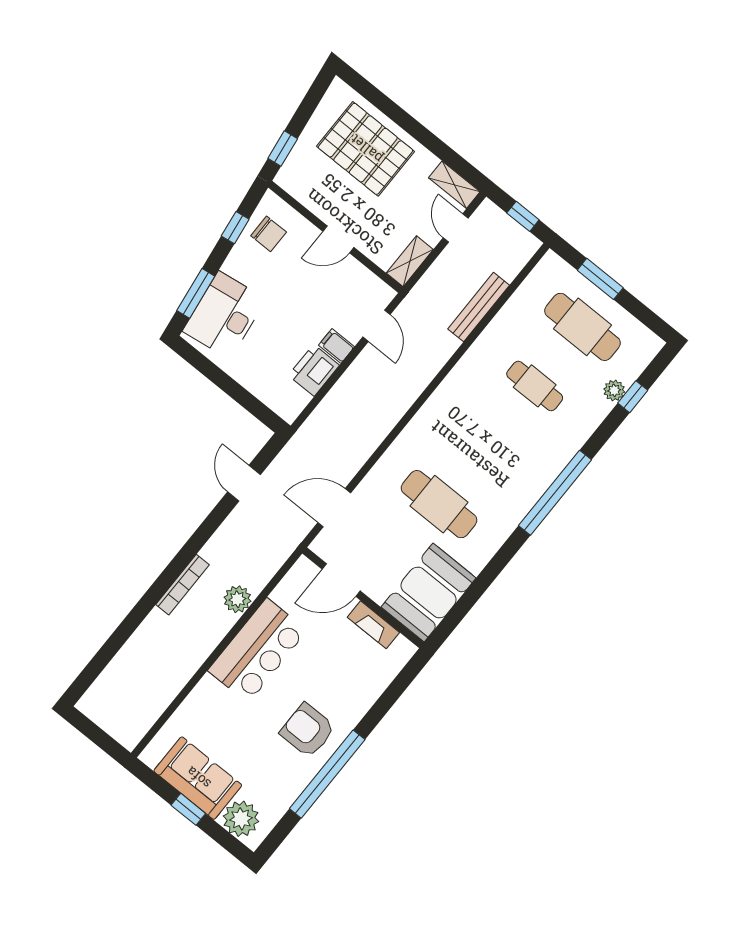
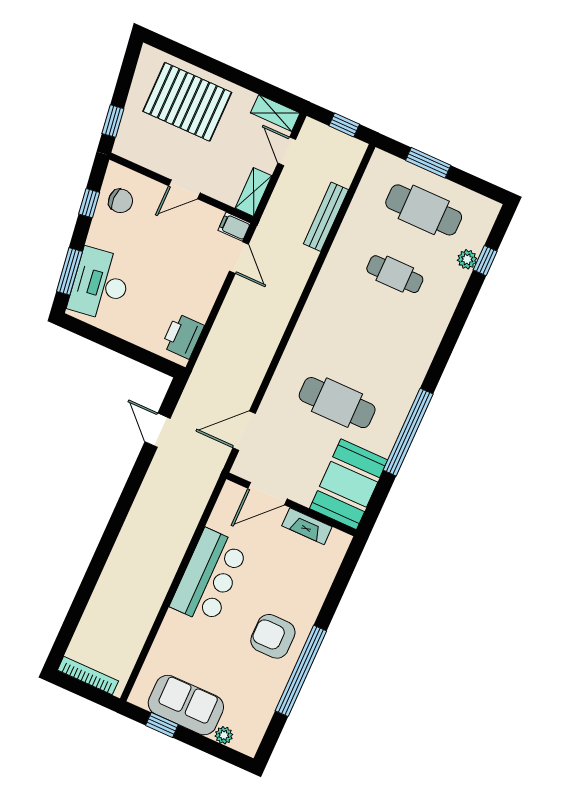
filing cabinet: (337, 346) -> (234, 227), moved
printer: (314, 370) -> (183, 336), moved
window: (555, 493) -> (408, 432), moved
bookcase: (182, 585) -> (88, 676), moved, turned -90
plant: (237, 599) -> (179, 536), removed
window: (188, 809) -> (162, 725), moved
plant: (241, 819) -> (224, 735), width x0.53, depth x0.53

